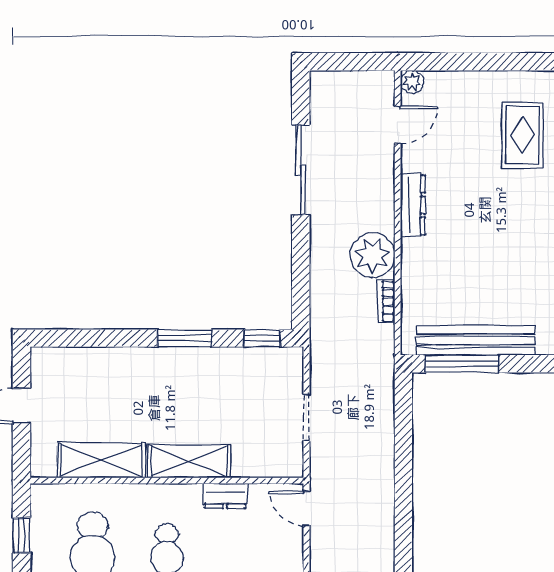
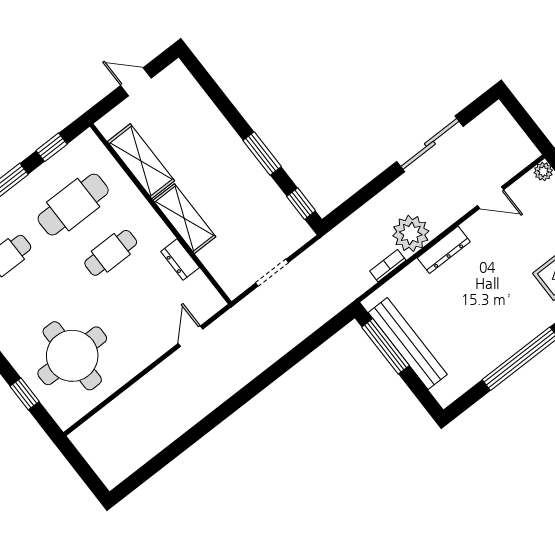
door: (398, 125) -> (491, 198), moved
dresser: (413, 205) -> (444, 250), moved
door: (306, 508) -> (191, 336), moved

